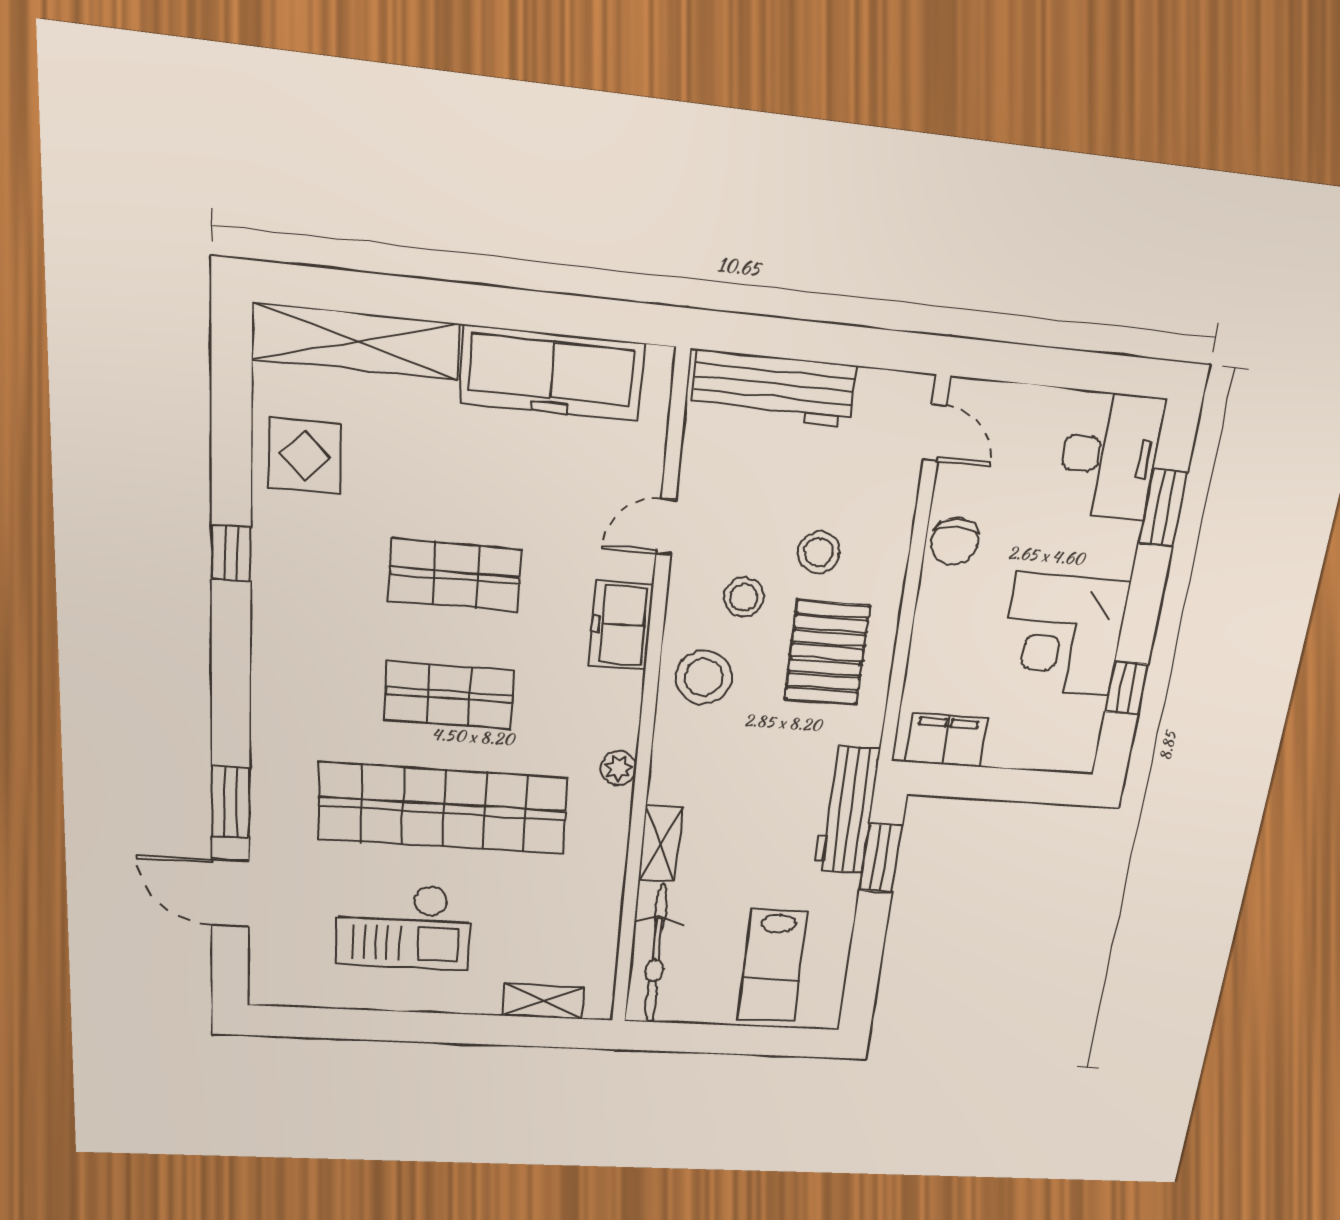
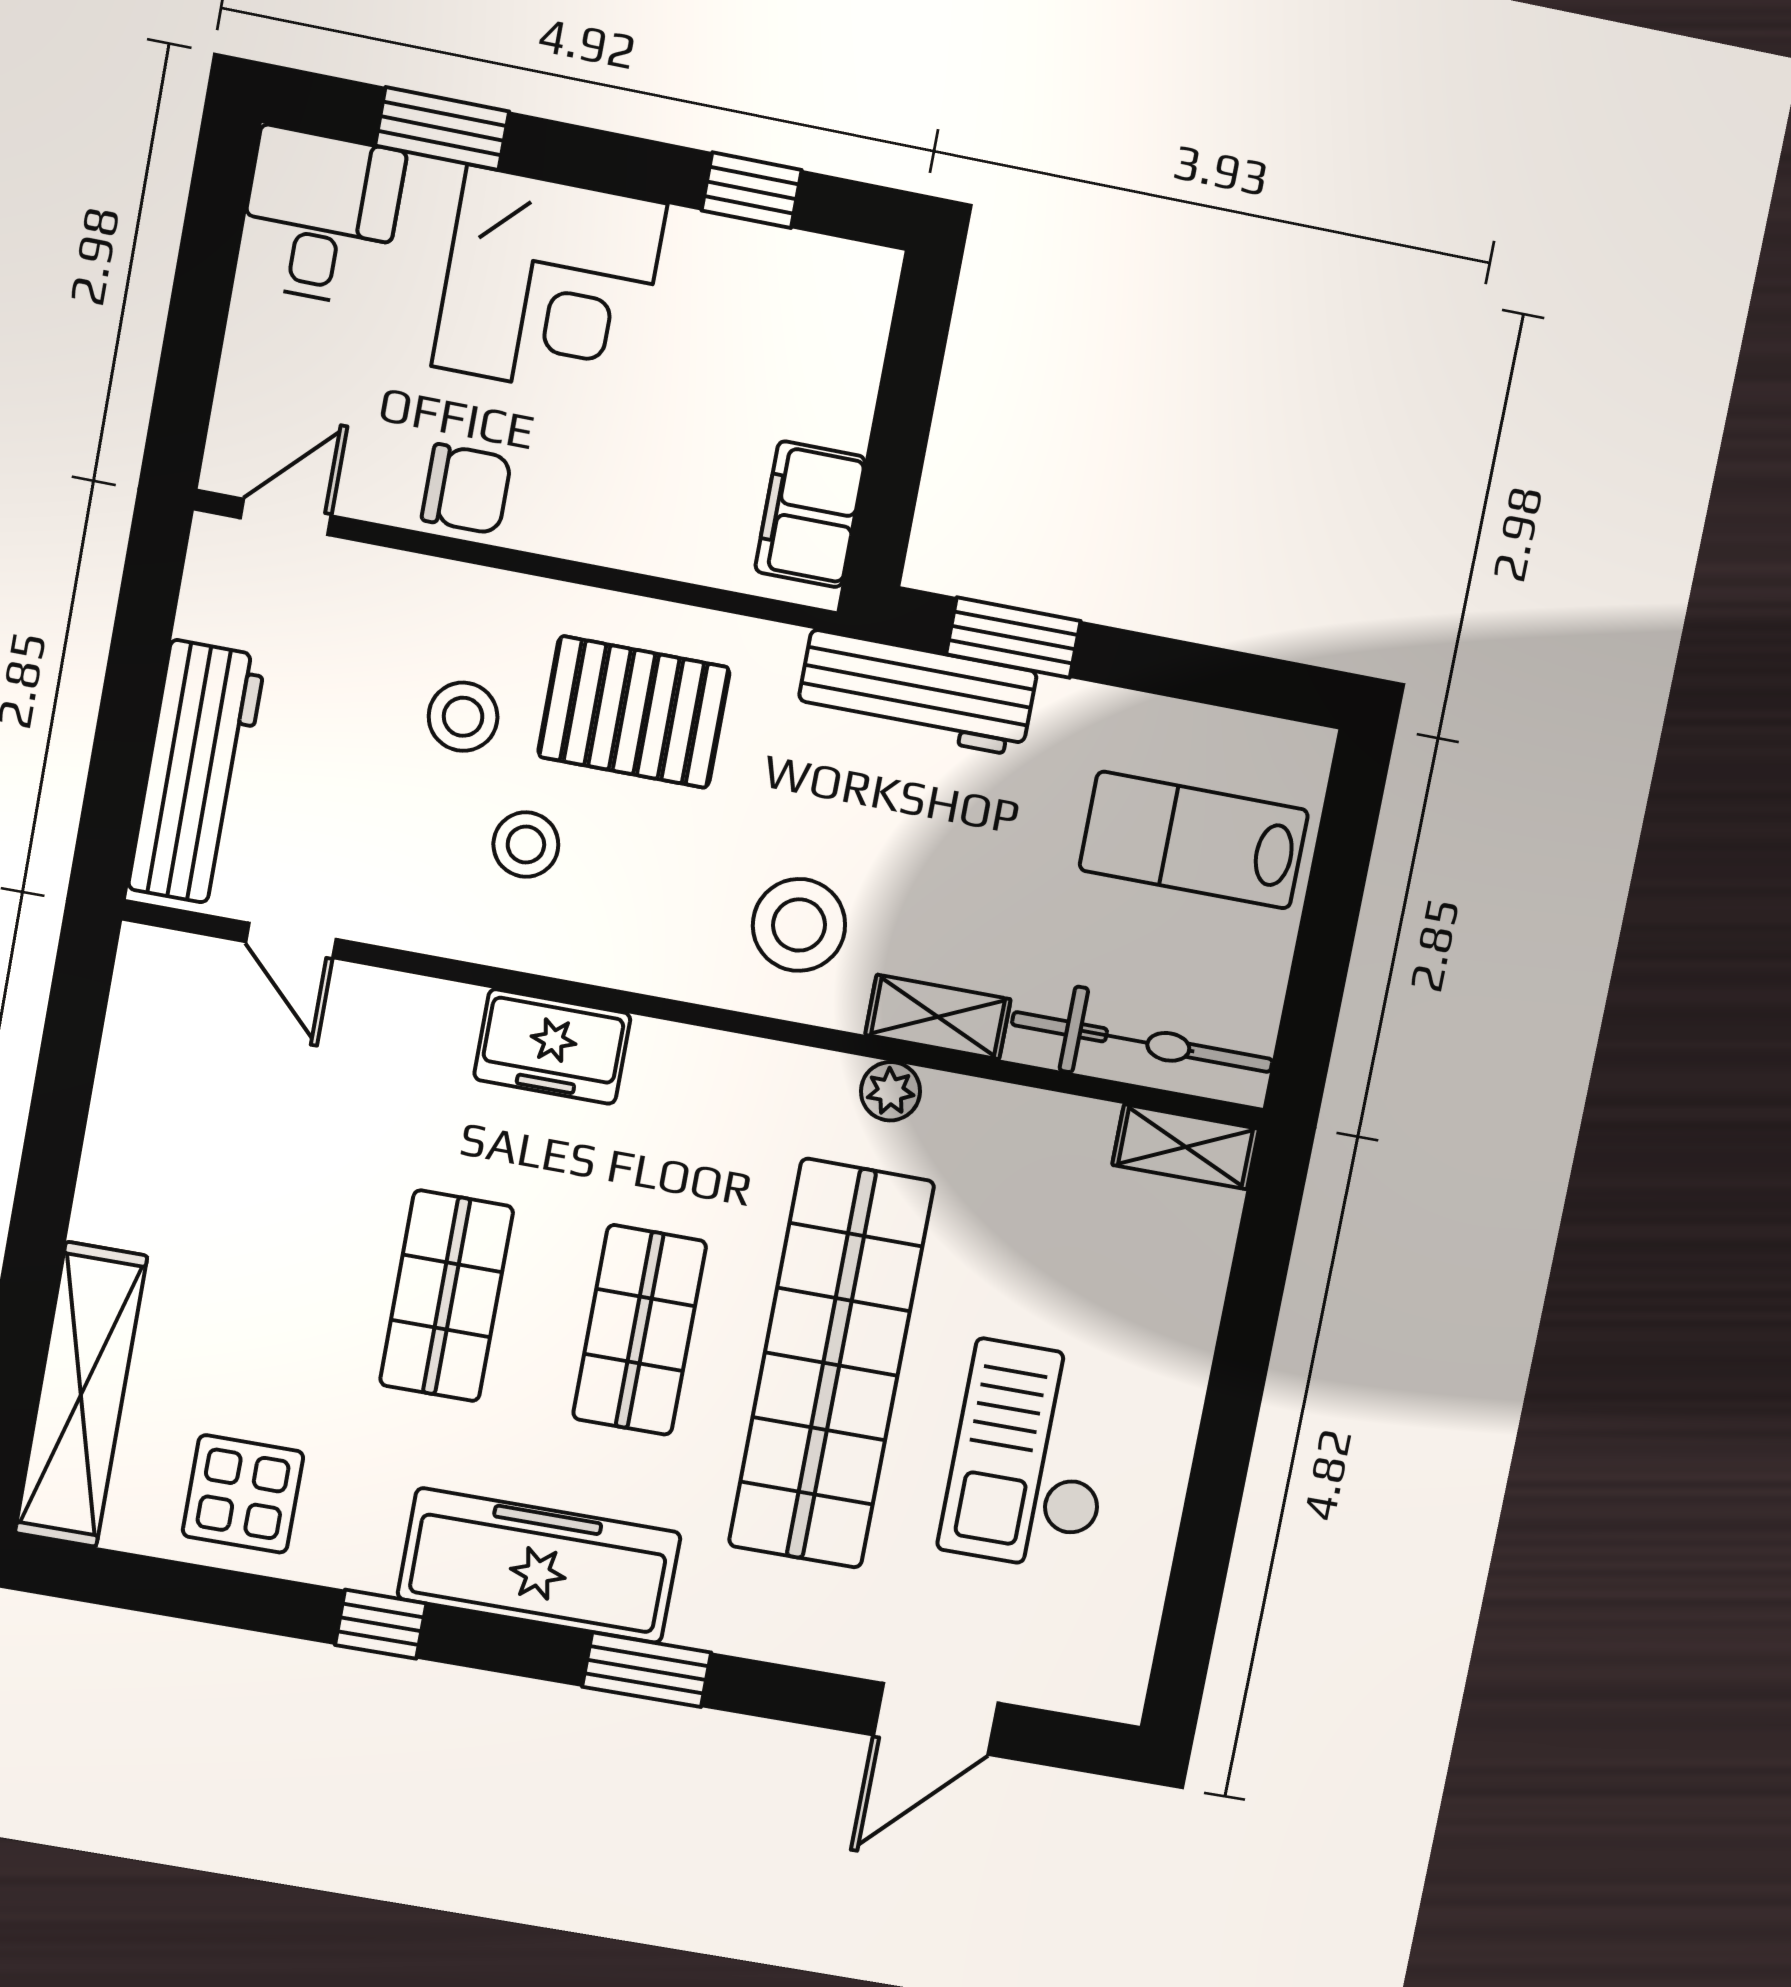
freezer: (552, 373) -> (539, 1566), moved, turned -90
desk: (1110, 456) -> (321, 217), width x0.73
door: (666, 527) -> (291, 940), moved
corner desk: (1063, 635) -> (549, 285), moved
stool: (704, 677) -> (799, 925), moved
plant: (618, 768) -> (890, 1091), moved
window: (231, 802) -> (647, 1670), moved
checkout: (403, 926) -> (1032, 1456), turned 180
lab bench: (773, 966) -> (1194, 840), turned 180
shelving: (543, 1002) -> (1186, 1147), moved, turned 90

